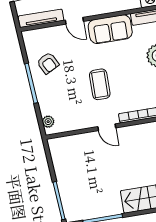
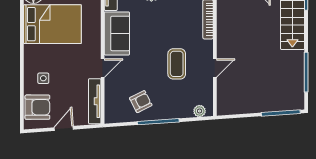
coffee table: (100, 84) -> (177, 64), moved, turned 90
door: (107, 127) -> (215, 68), moved

